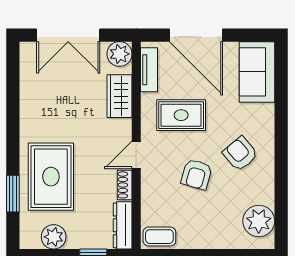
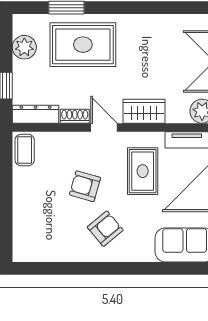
wardrobe: (119, 96) -> (144, 111), moved
plant: (259, 221) -> (40, 247), removed

